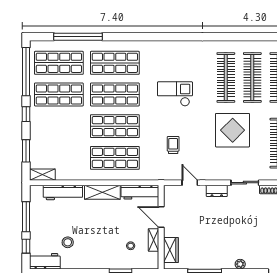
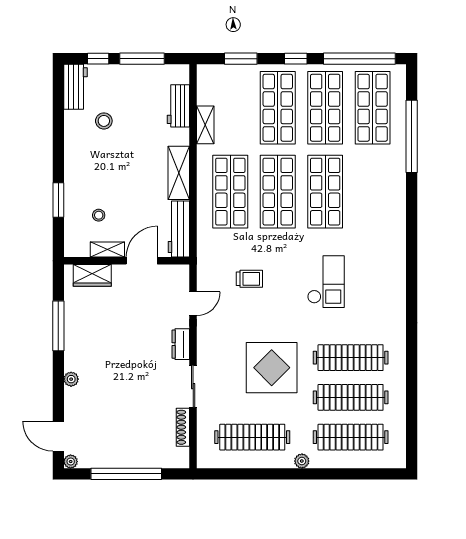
shop shelf: (115, 63) -> (278, 108), moved
shelving: (42, 175) -> (205, 125), moved
workbench: (63, 192) -> (178, 106), width x0.73

